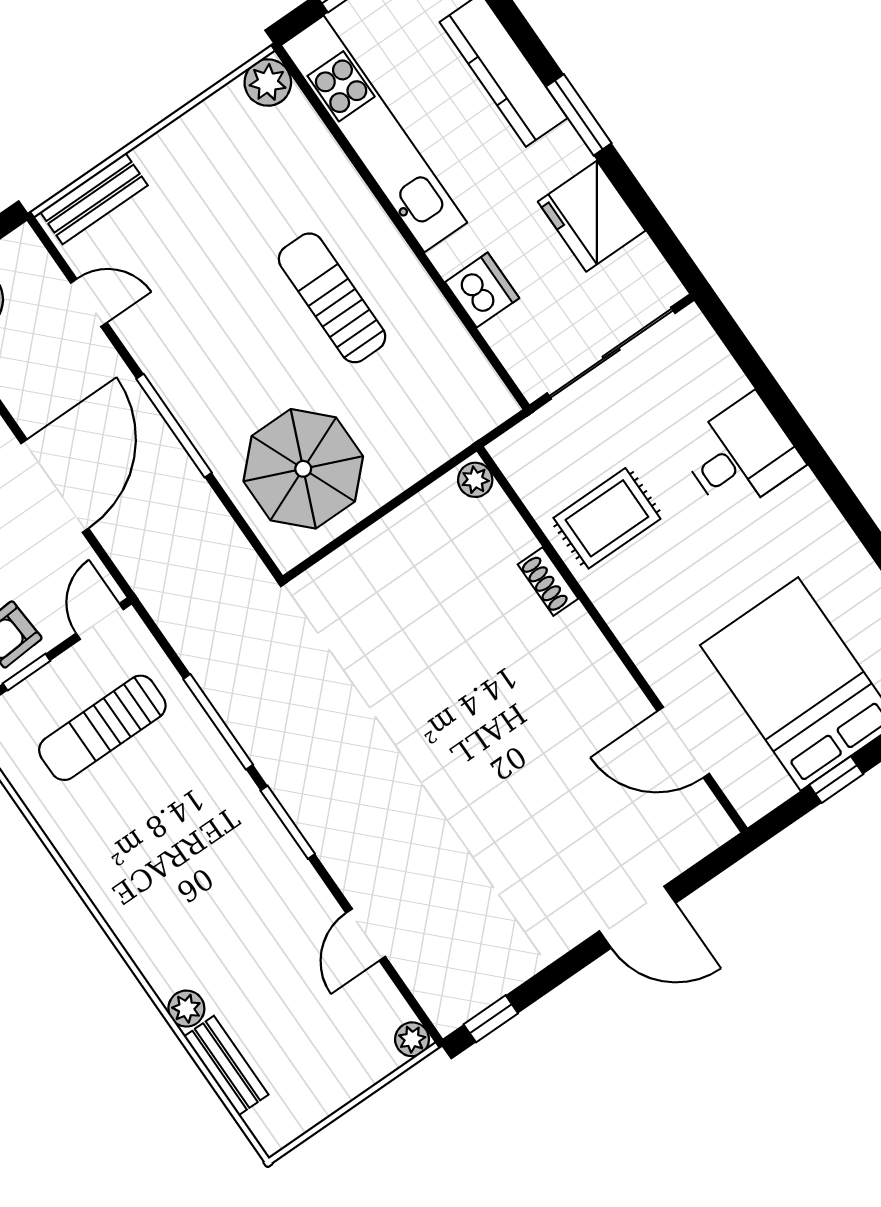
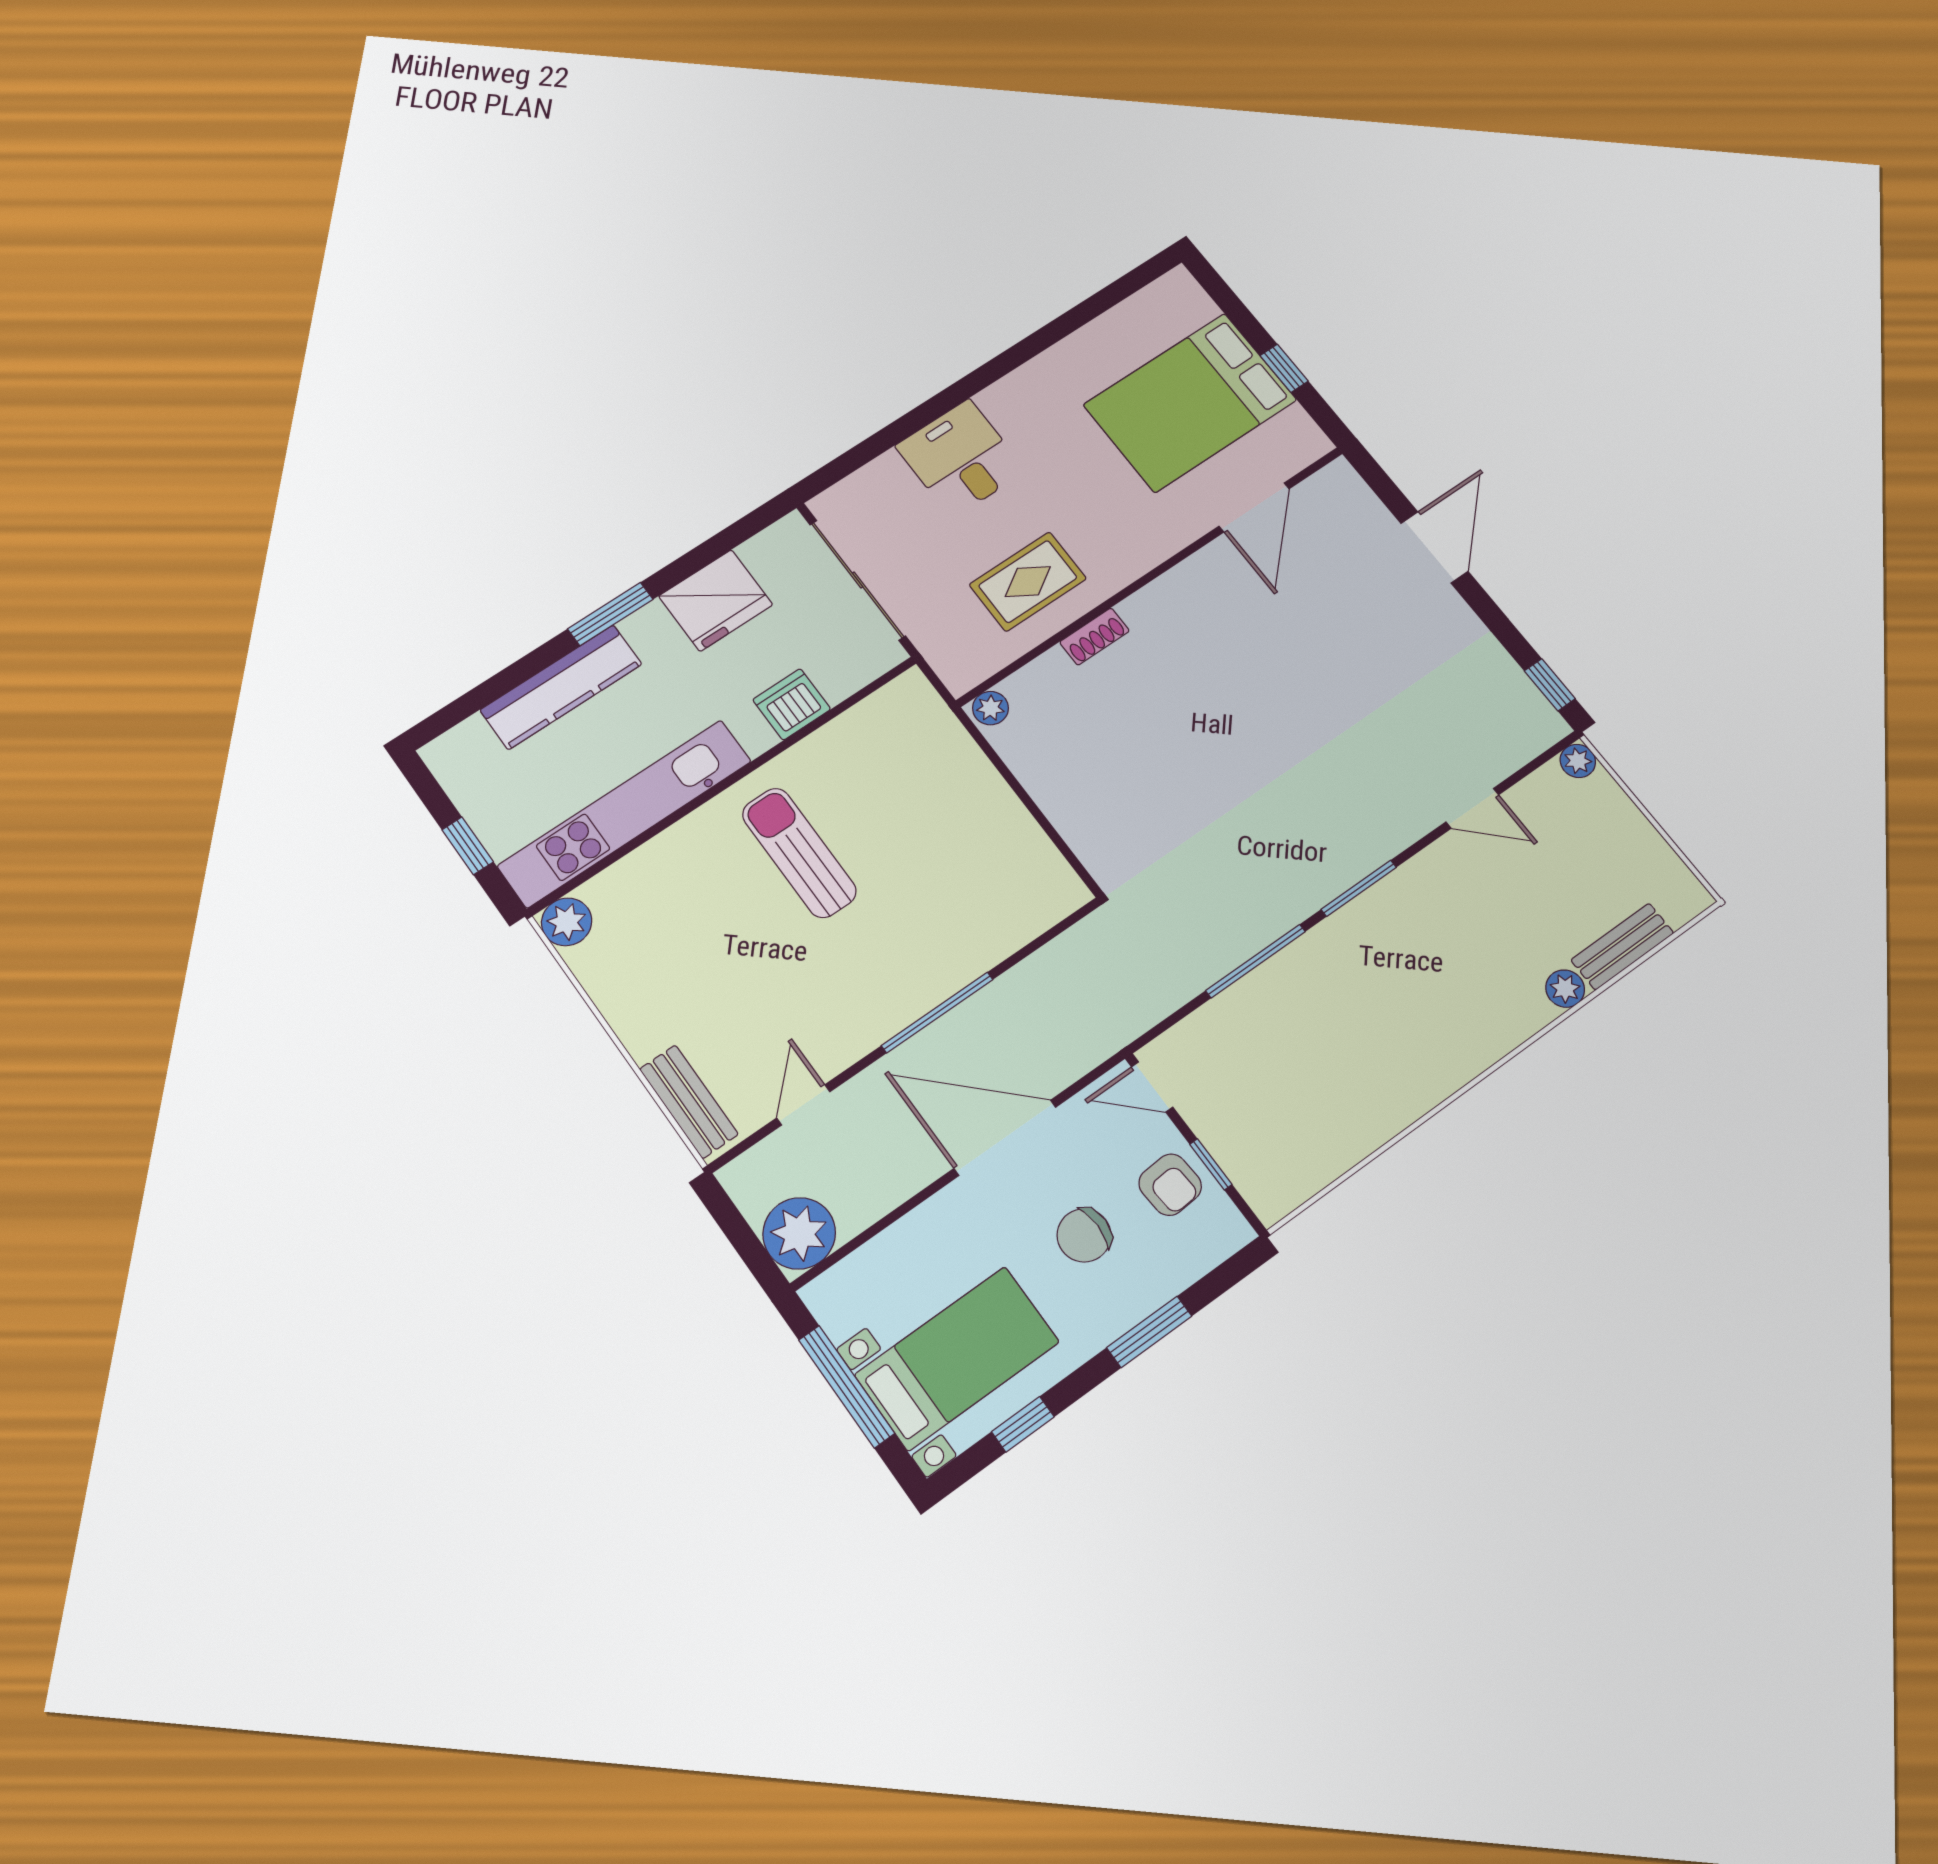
sun lounger: (332, 298) -> (799, 853), turned 90
parasol: (303, 469) -> (982, 879), removed
rug: (607, 518) -> (1028, 582), turned 90
sun lounger: (102, 728) -> (1268, 1082), removed

